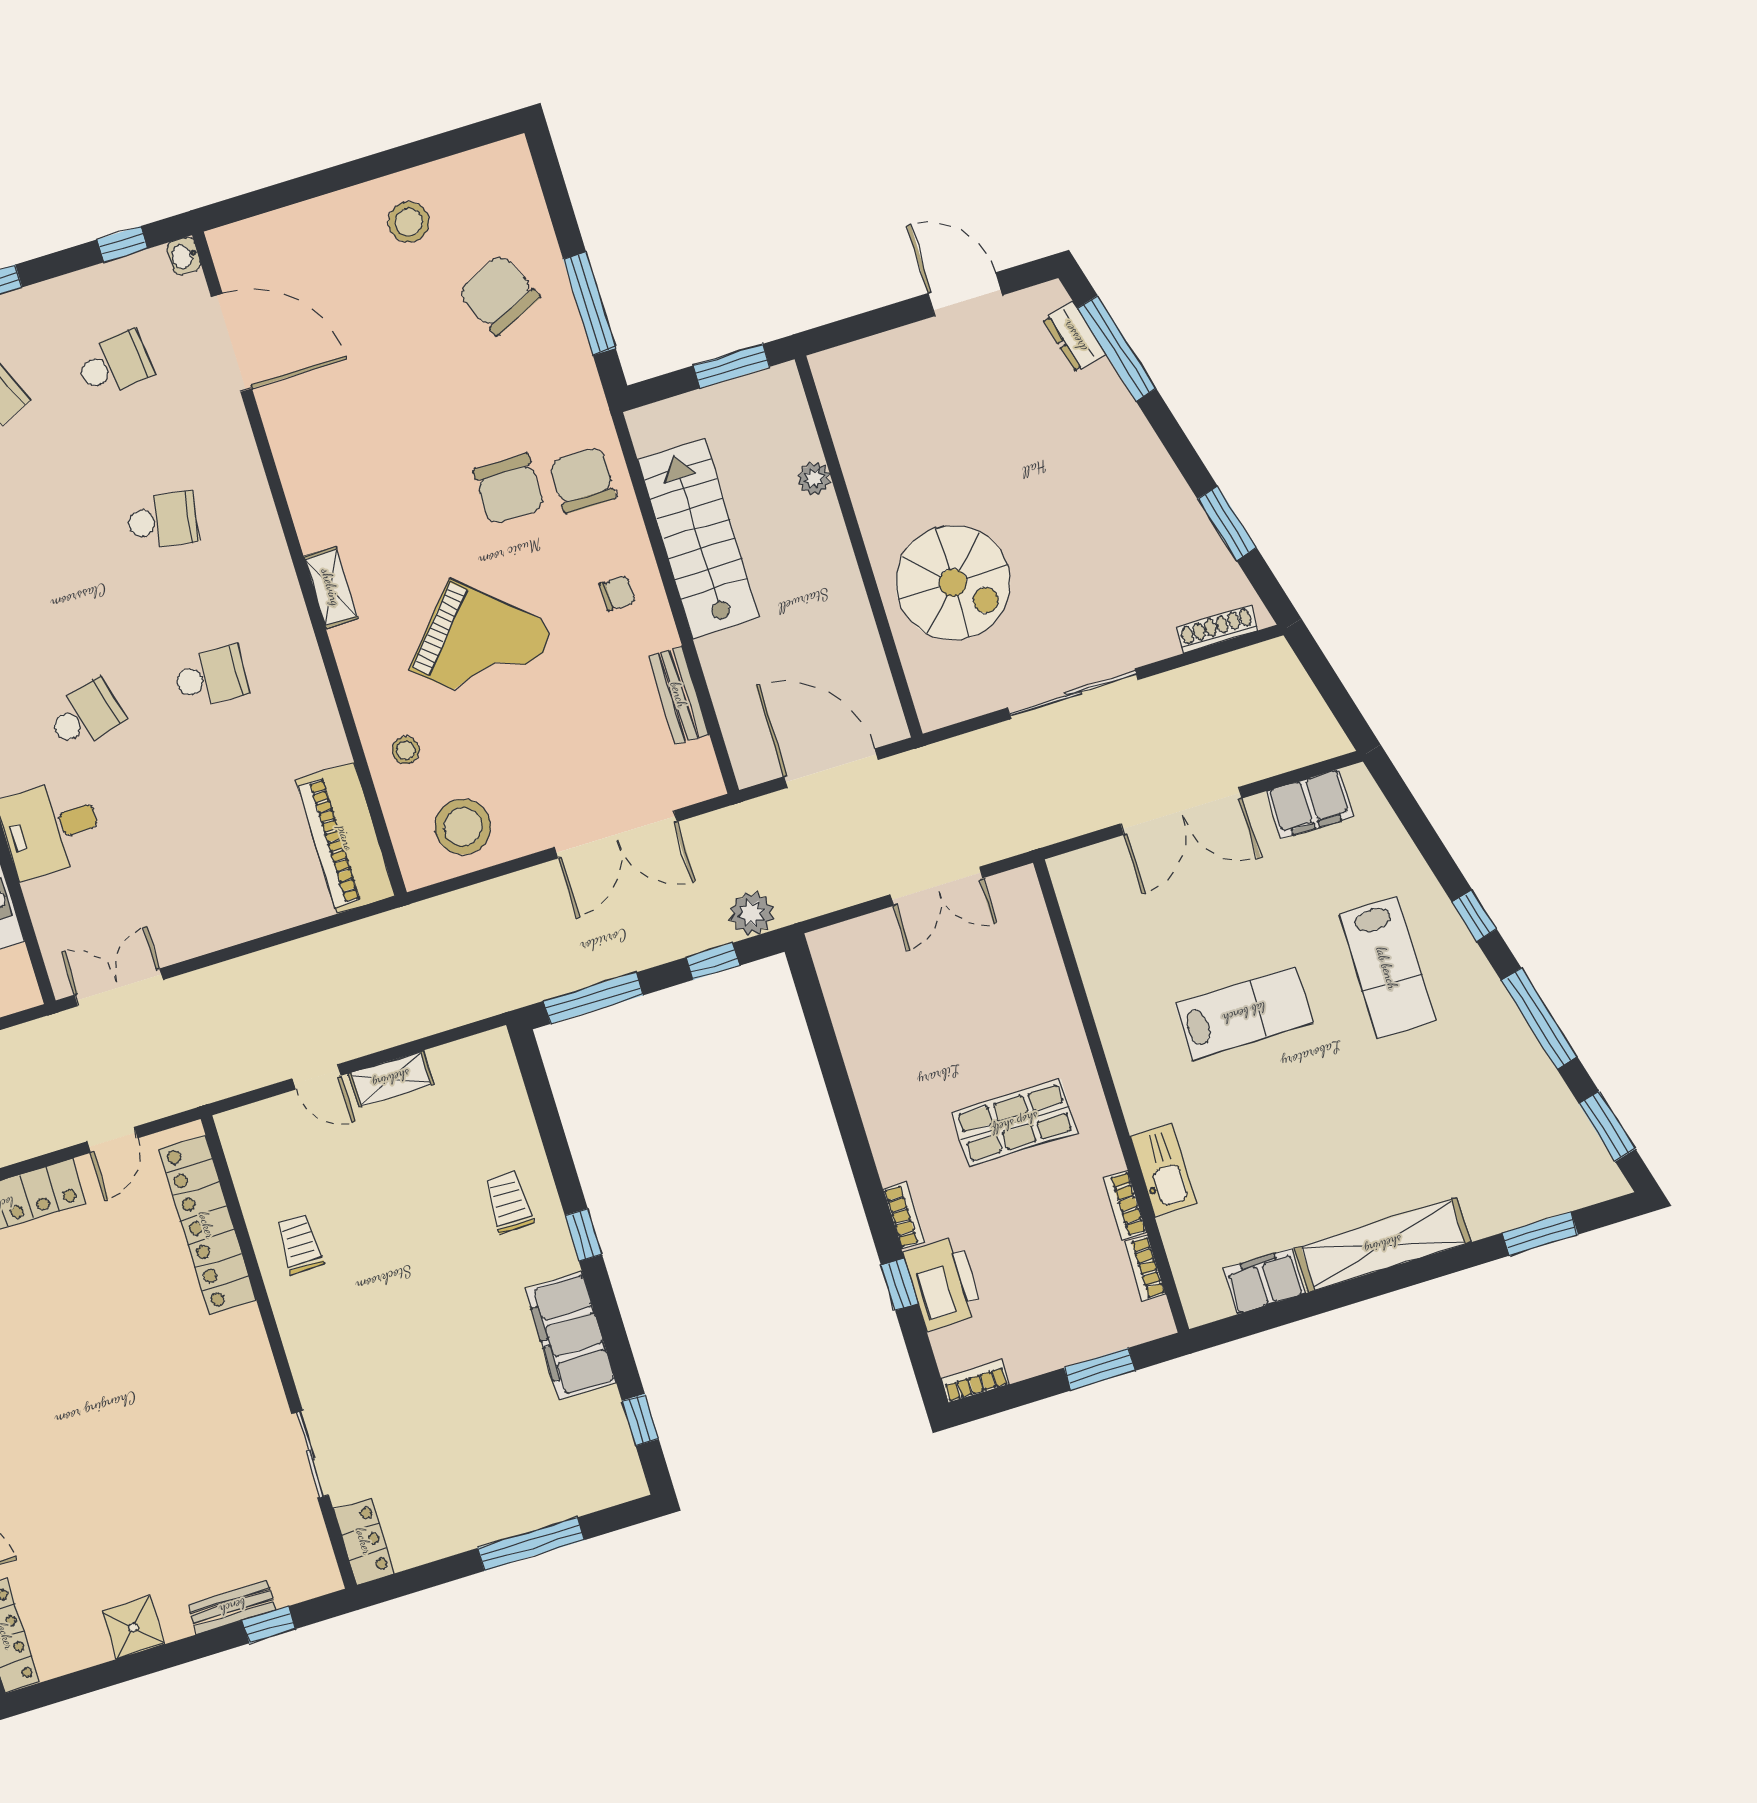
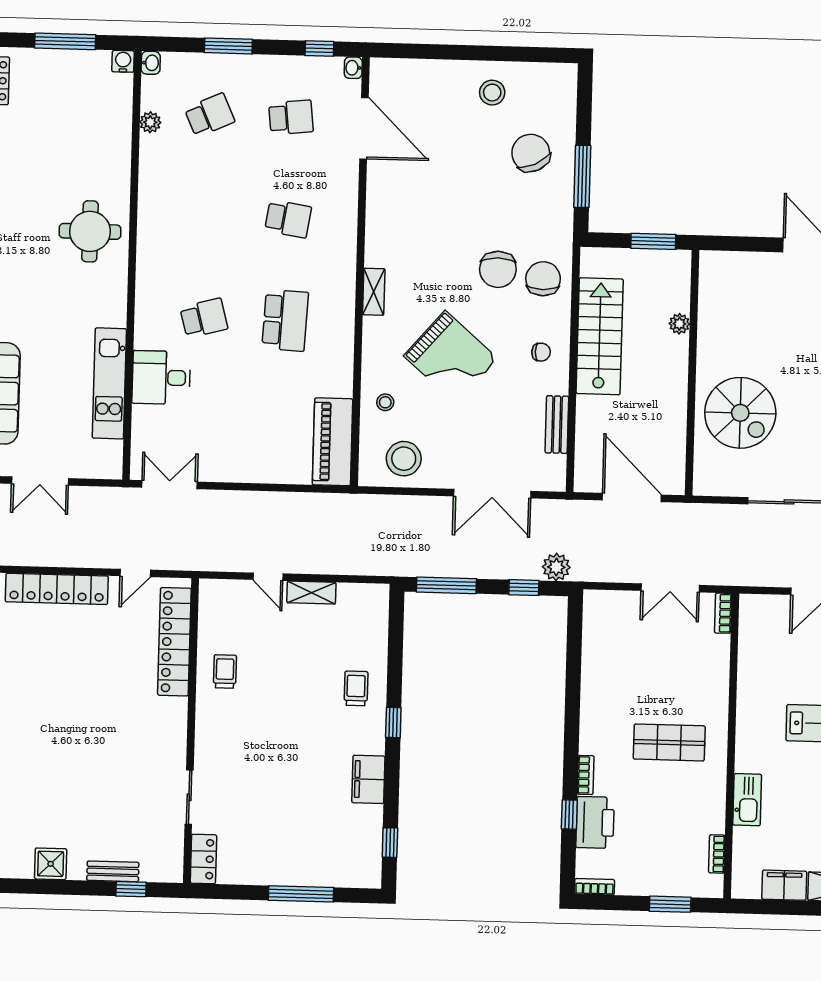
school desk: (211, 677) -> (285, 320), width x1.85
bookcase: (1125, 1205) -> (723, 613), moved
filing cabinet: (571, 1336) -> (368, 779), width x0.67, depth x0.86

